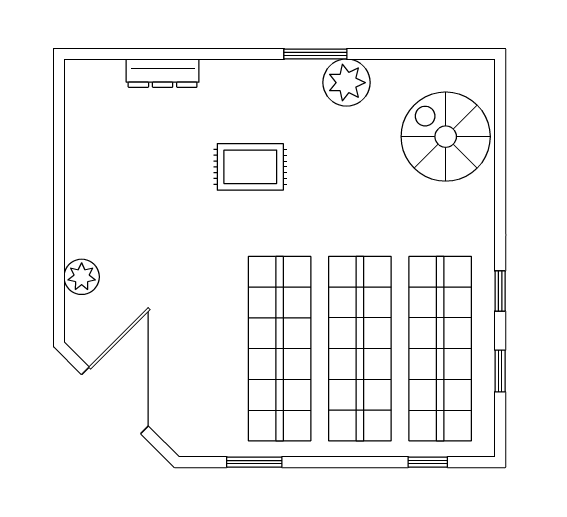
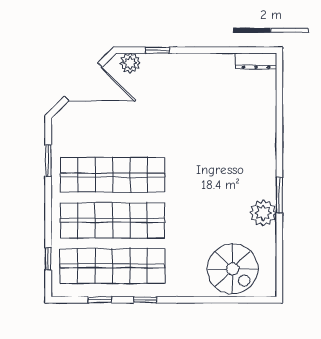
dresser: (163, 73) -> (256, 61), moved, turned -90
spiral stairs: (446, 137) -> (233, 269), turned 90
rug: (250, 167) -> (215, 158), removed
window: (59, 269) -> (157, 50), added
plant: (82, 277) -> (130, 63), moved

